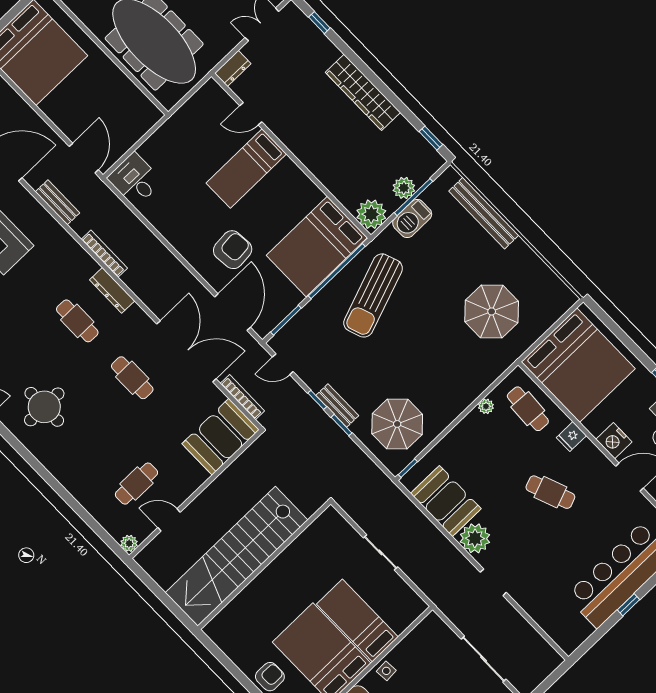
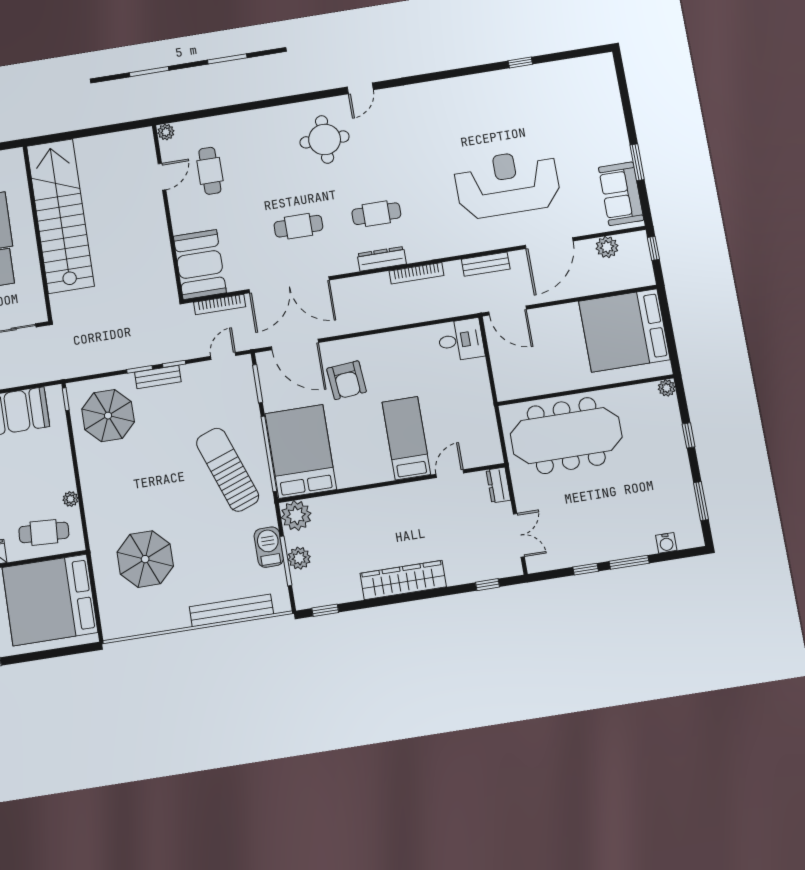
stairs: (236, 556) -> (60, 216), moved
wall: (264, 565) -> (37, 233), moved

